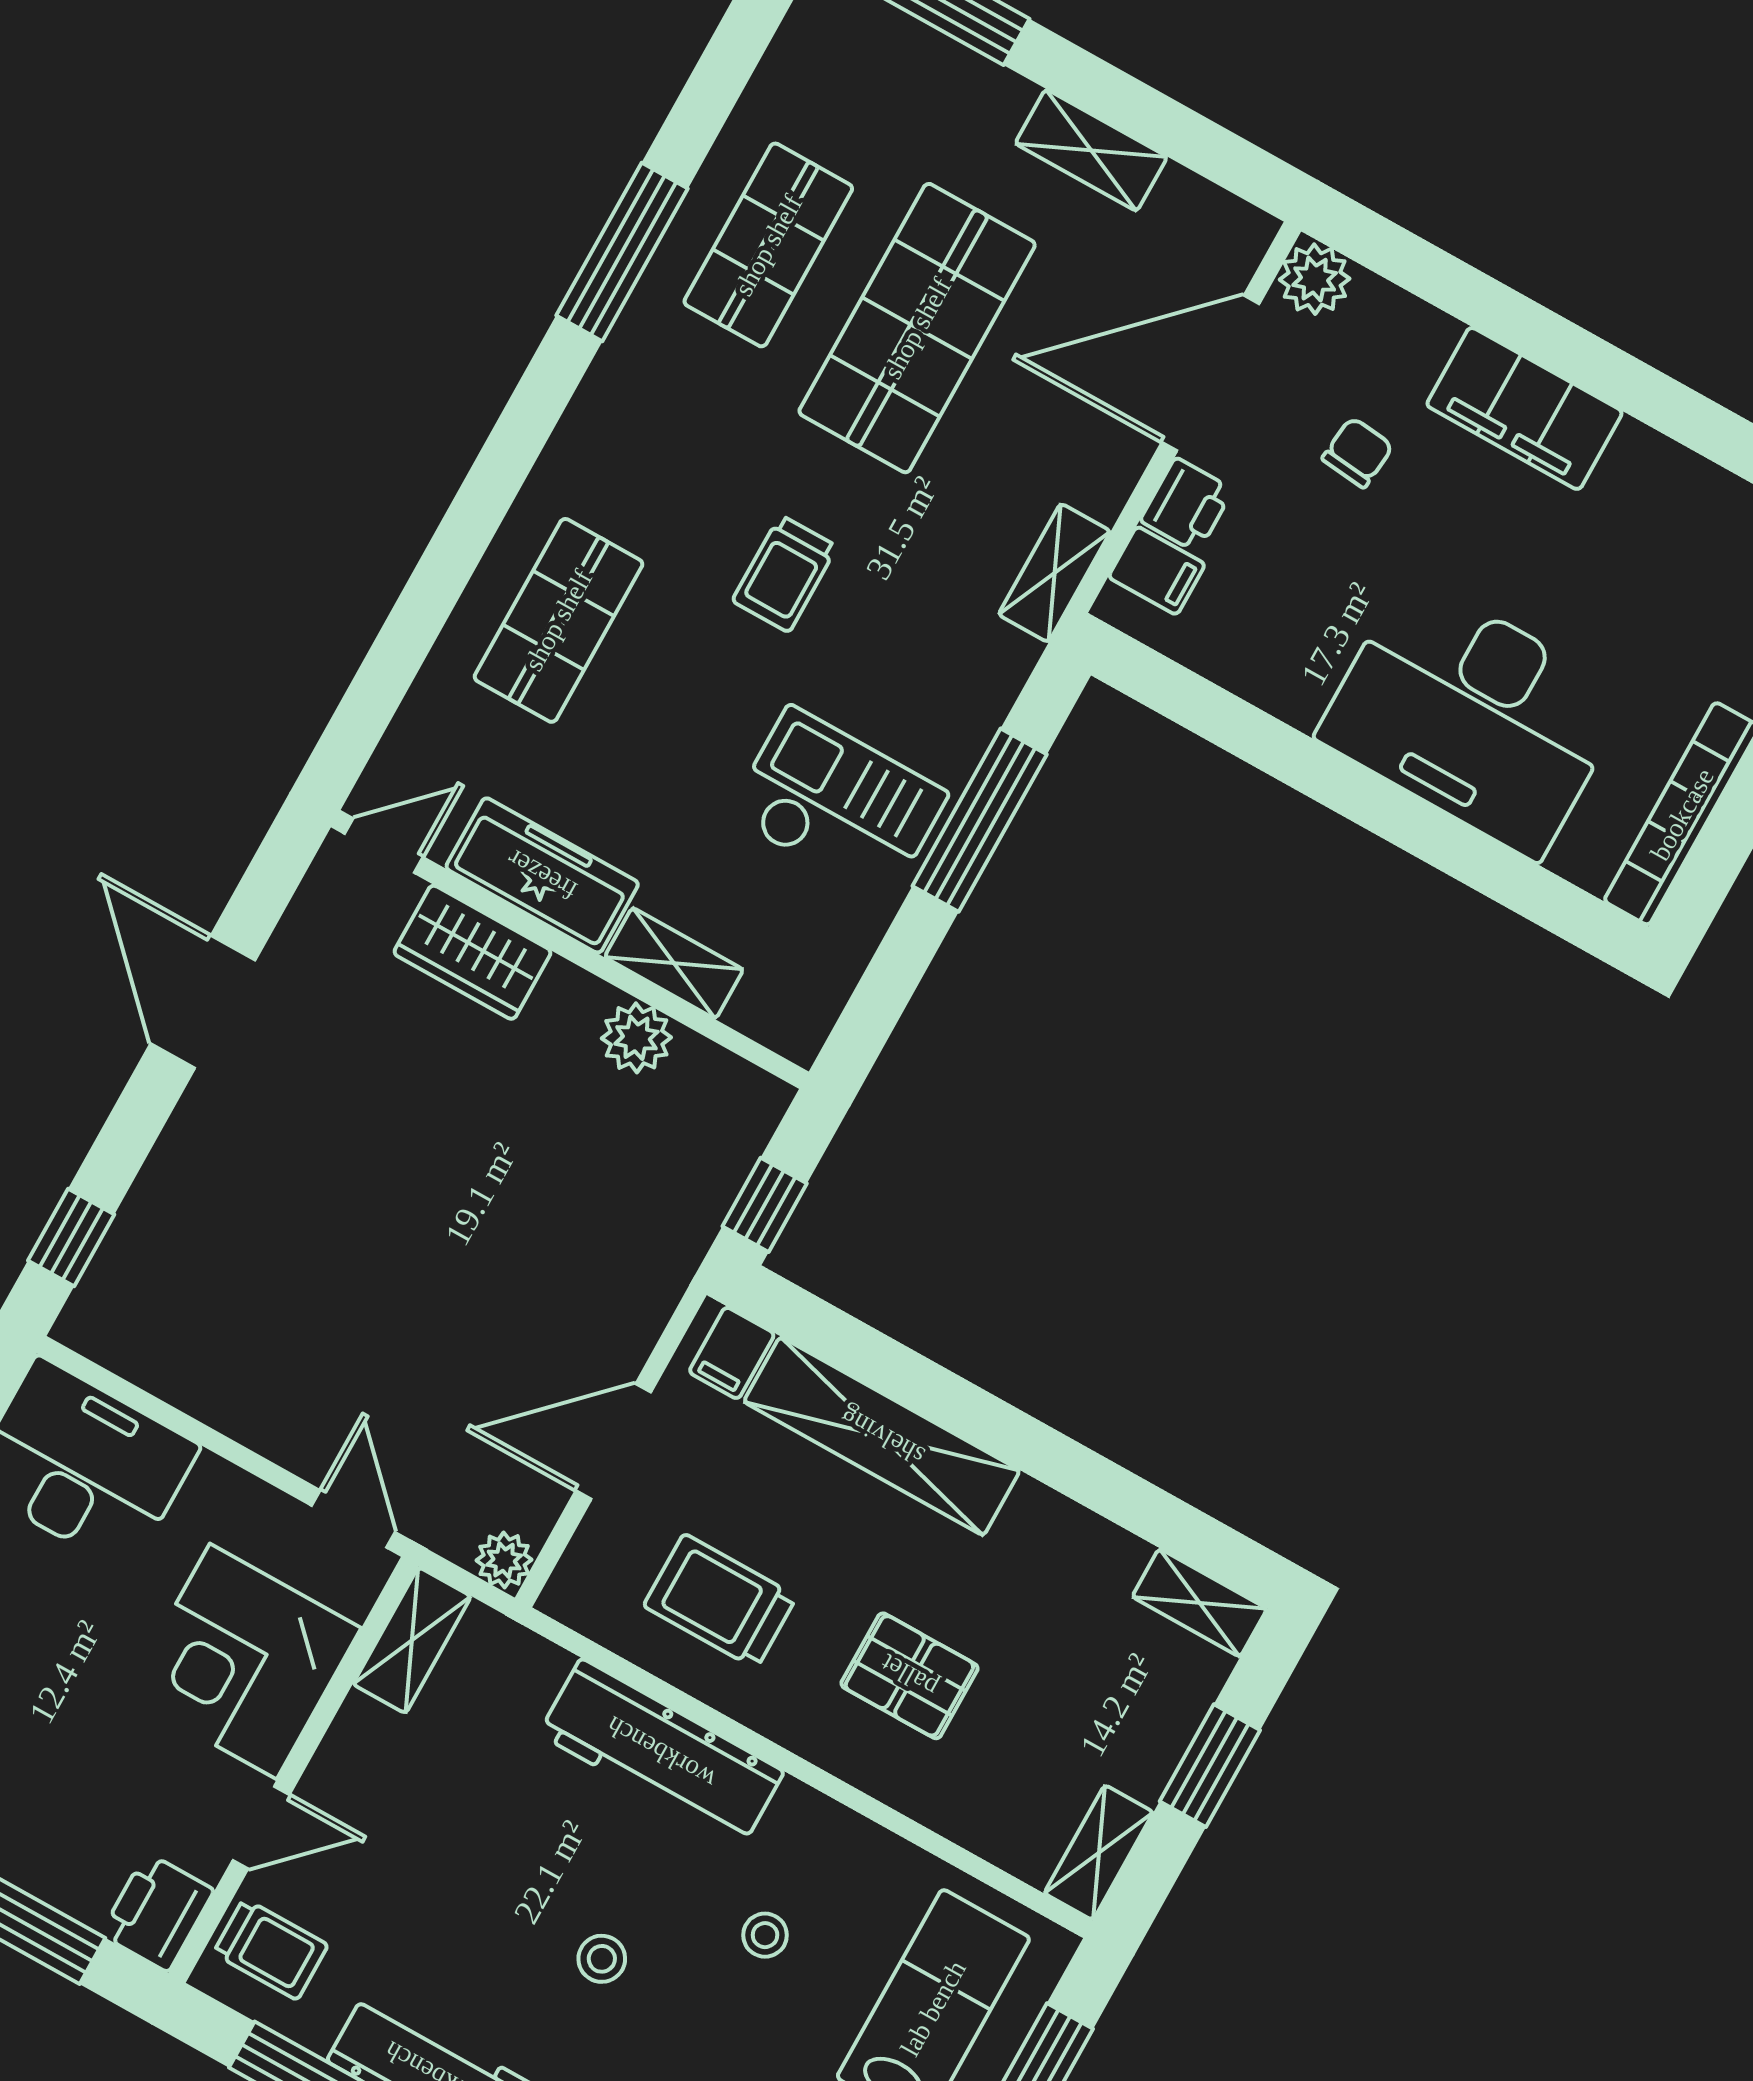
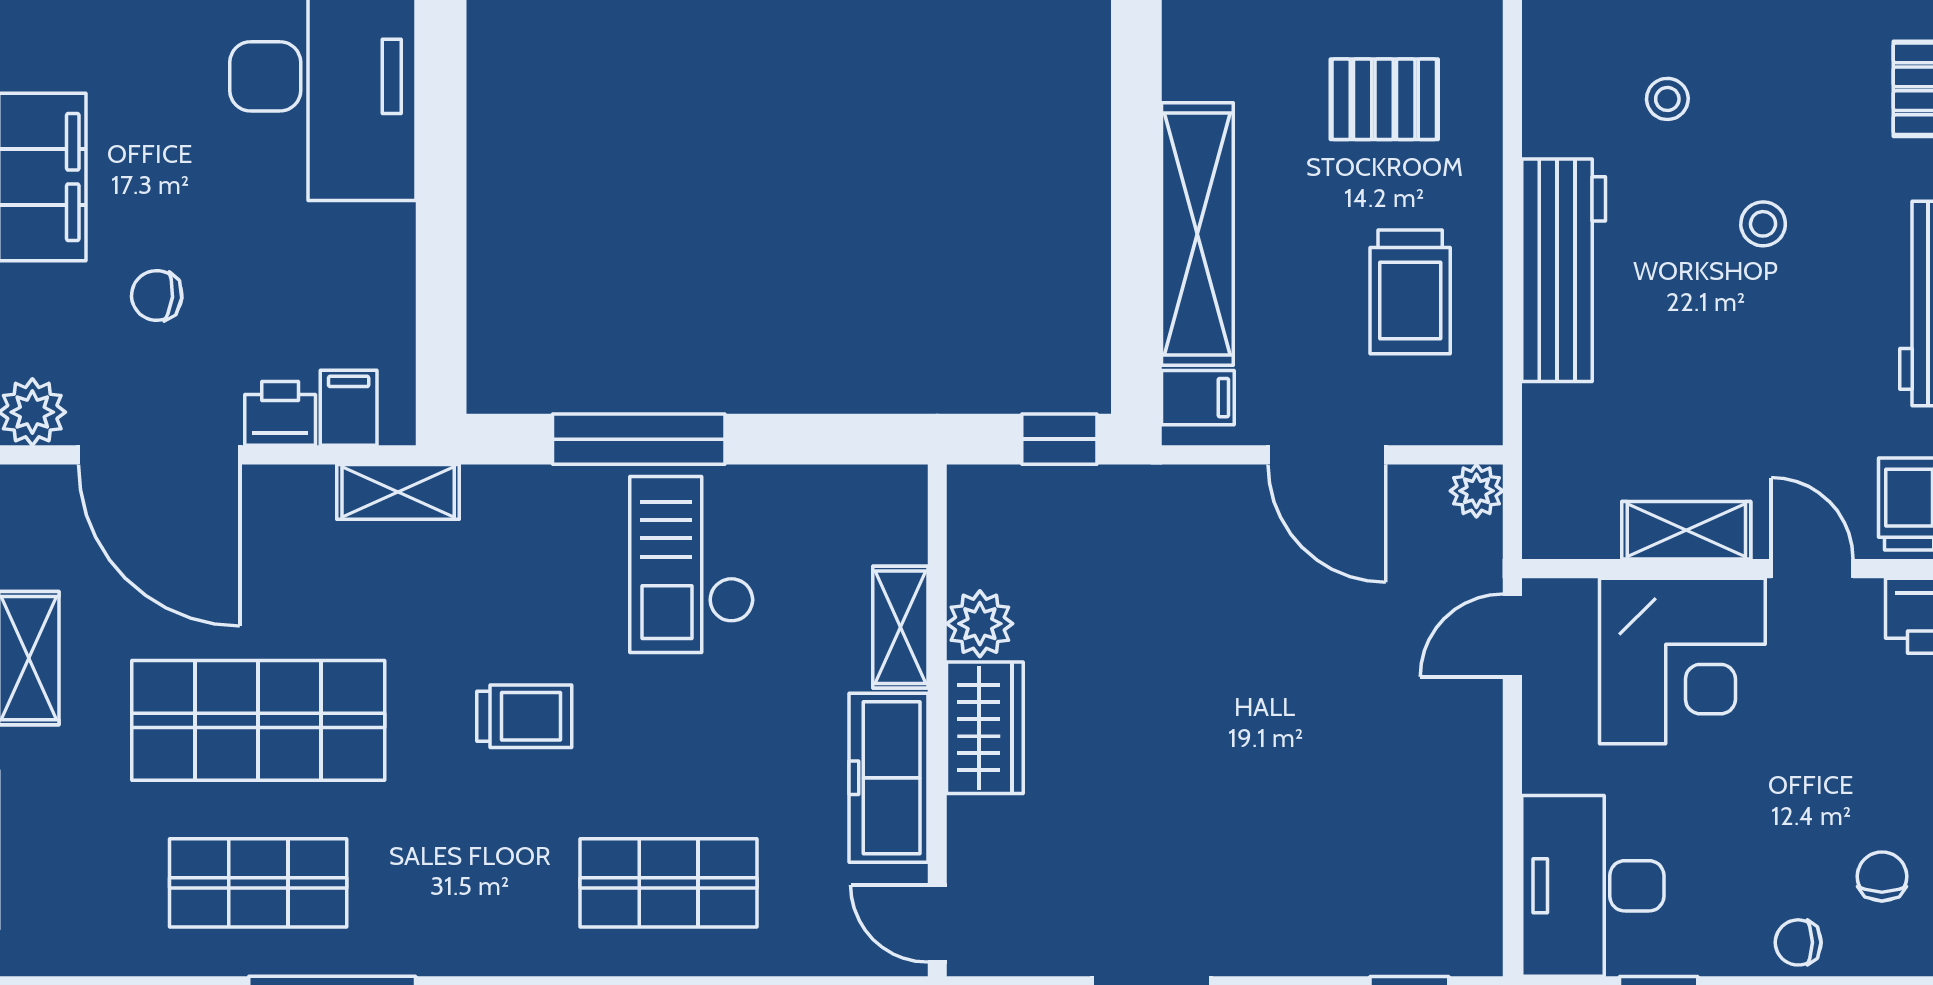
wardrobe: (472, 952) -> (985, 728), moved
shelving: (412, 1640) -> (1686, 530), moved
pallet: (909, 1676) -> (1384, 99), turned 90

